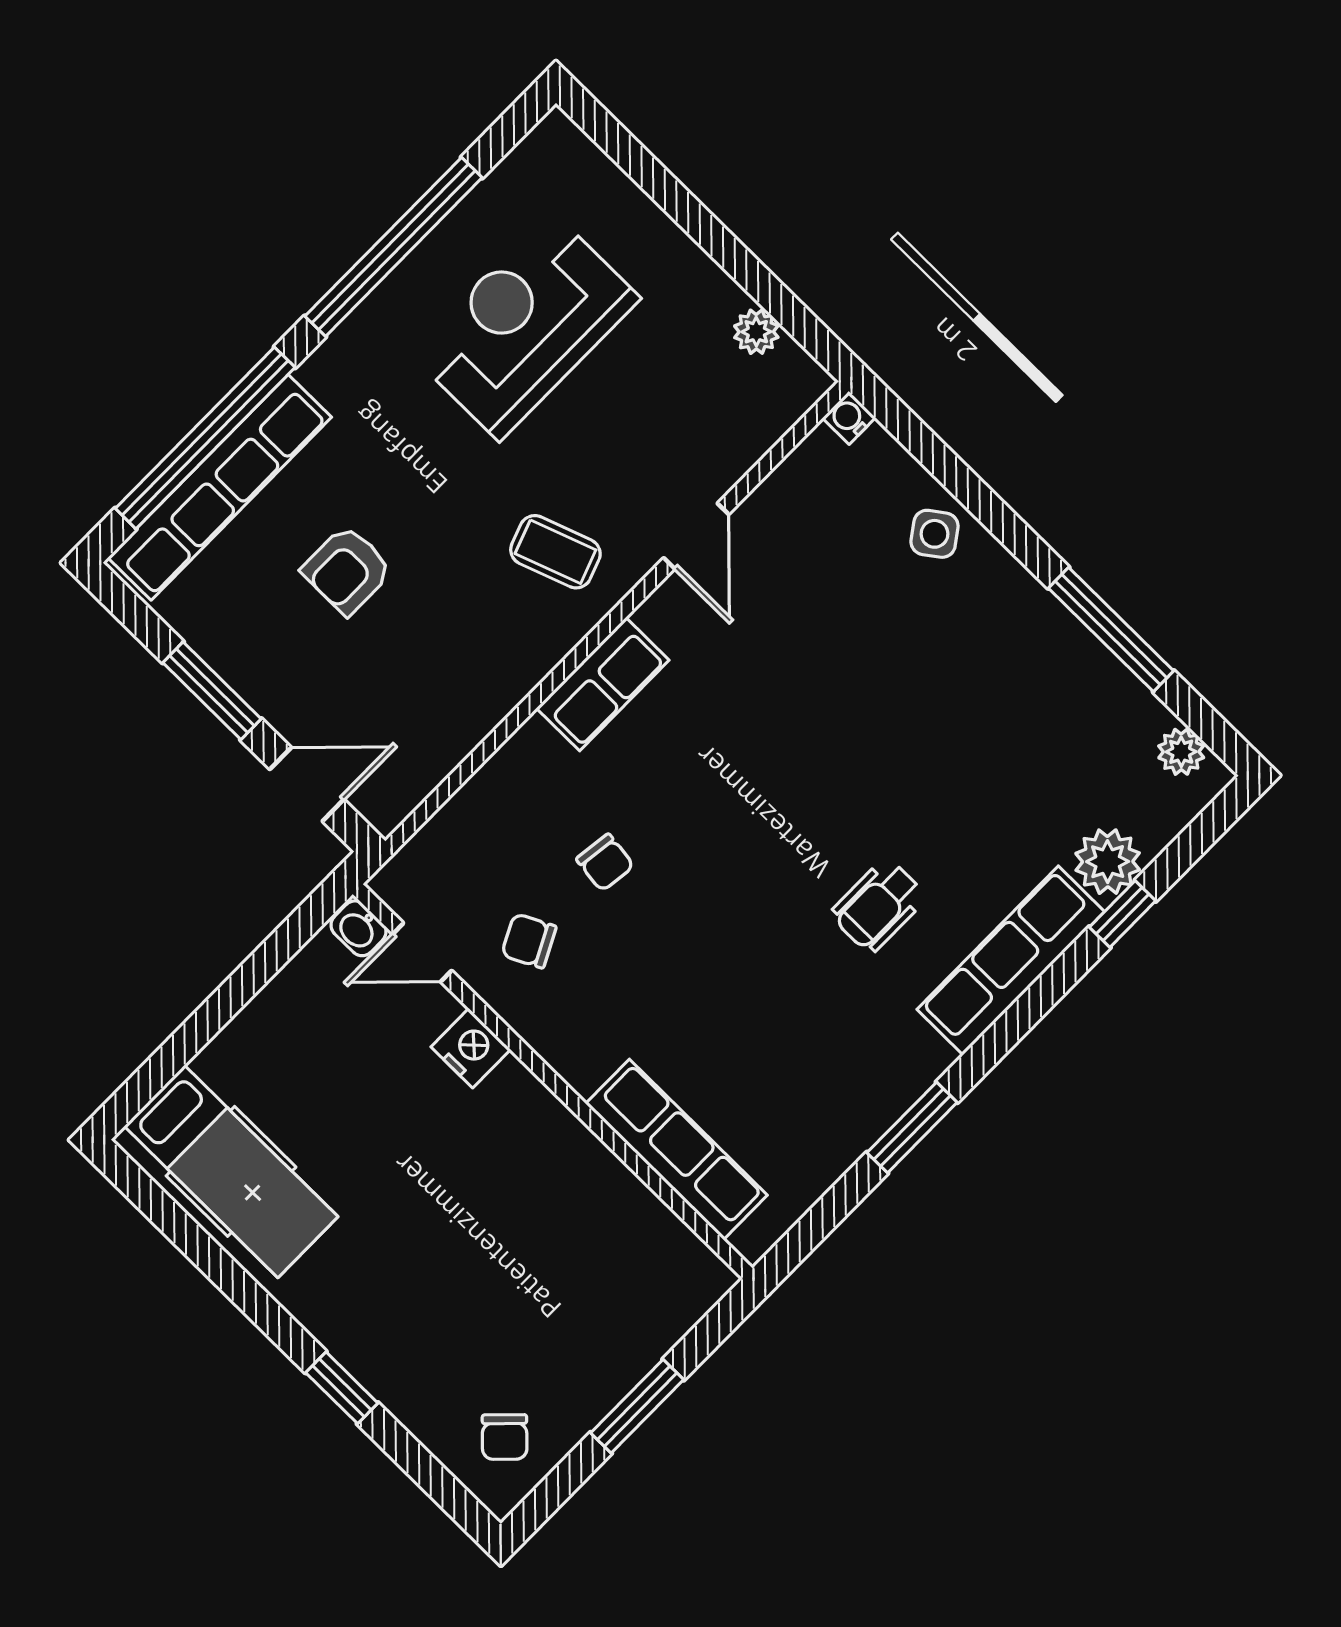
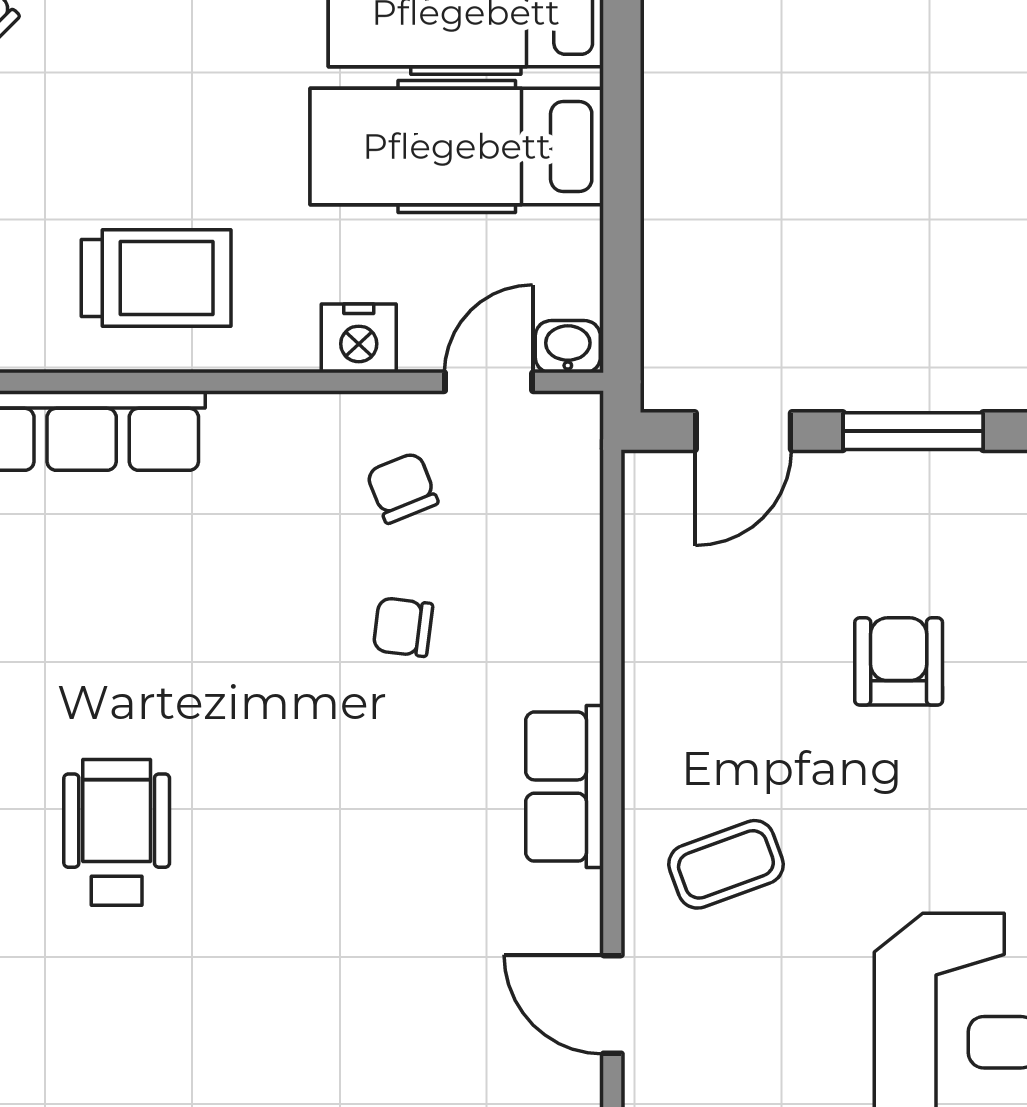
wheelchair: (878, 906) -> (117, 832), width x1.36, depth x1.37
chair: (529, 941) -> (402, 488), turned -85
hospital bed: (310, 1101) -> (457, 146), added
trolley: (551, 1194) -> (156, 278), added

